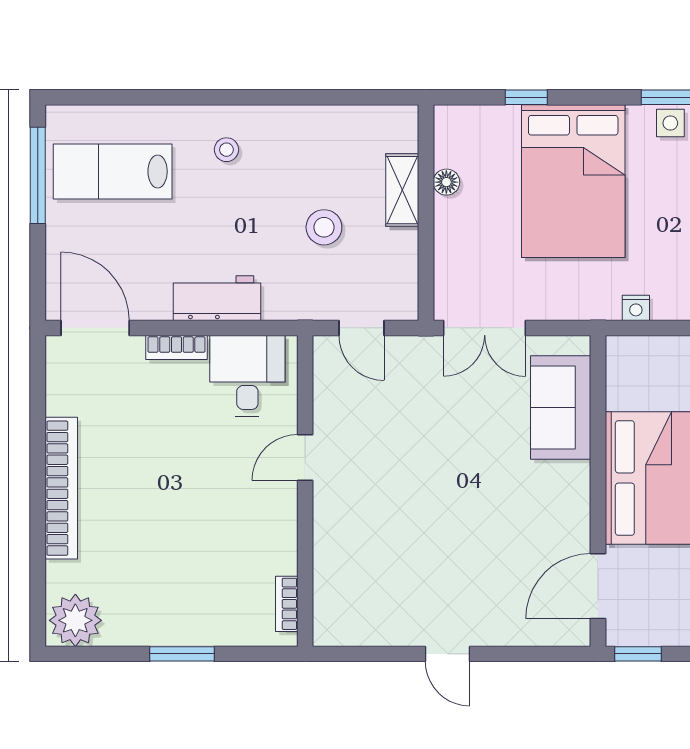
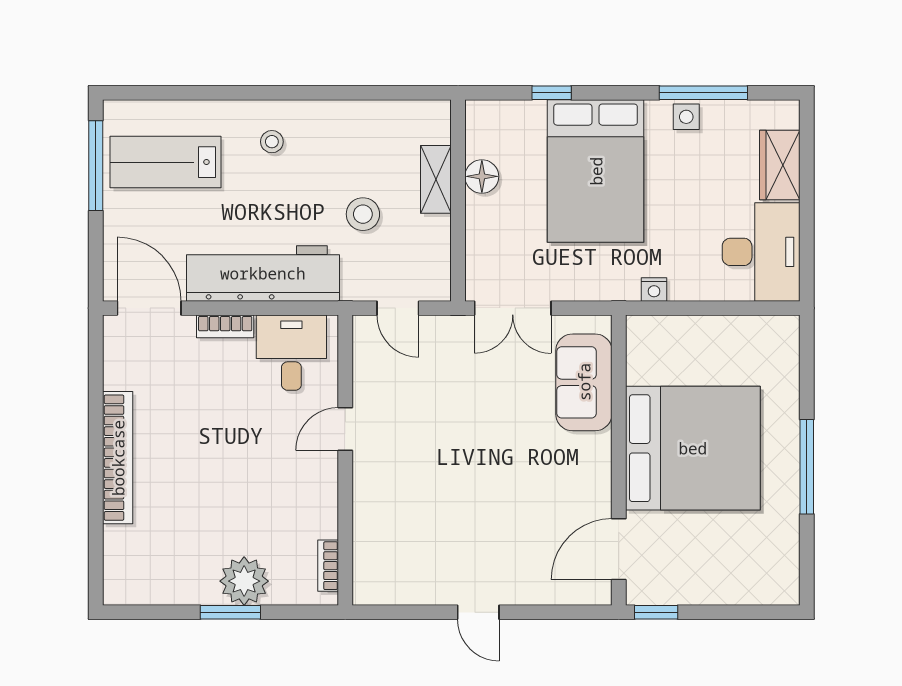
floor lamp: (446, 182) -> (482, 176), width x1.37, depth x1.37
workbench: (217, 298) -> (263, 273), width x1.88, depth x1.32
plant: (75, 620) -> (244, 581), moved

